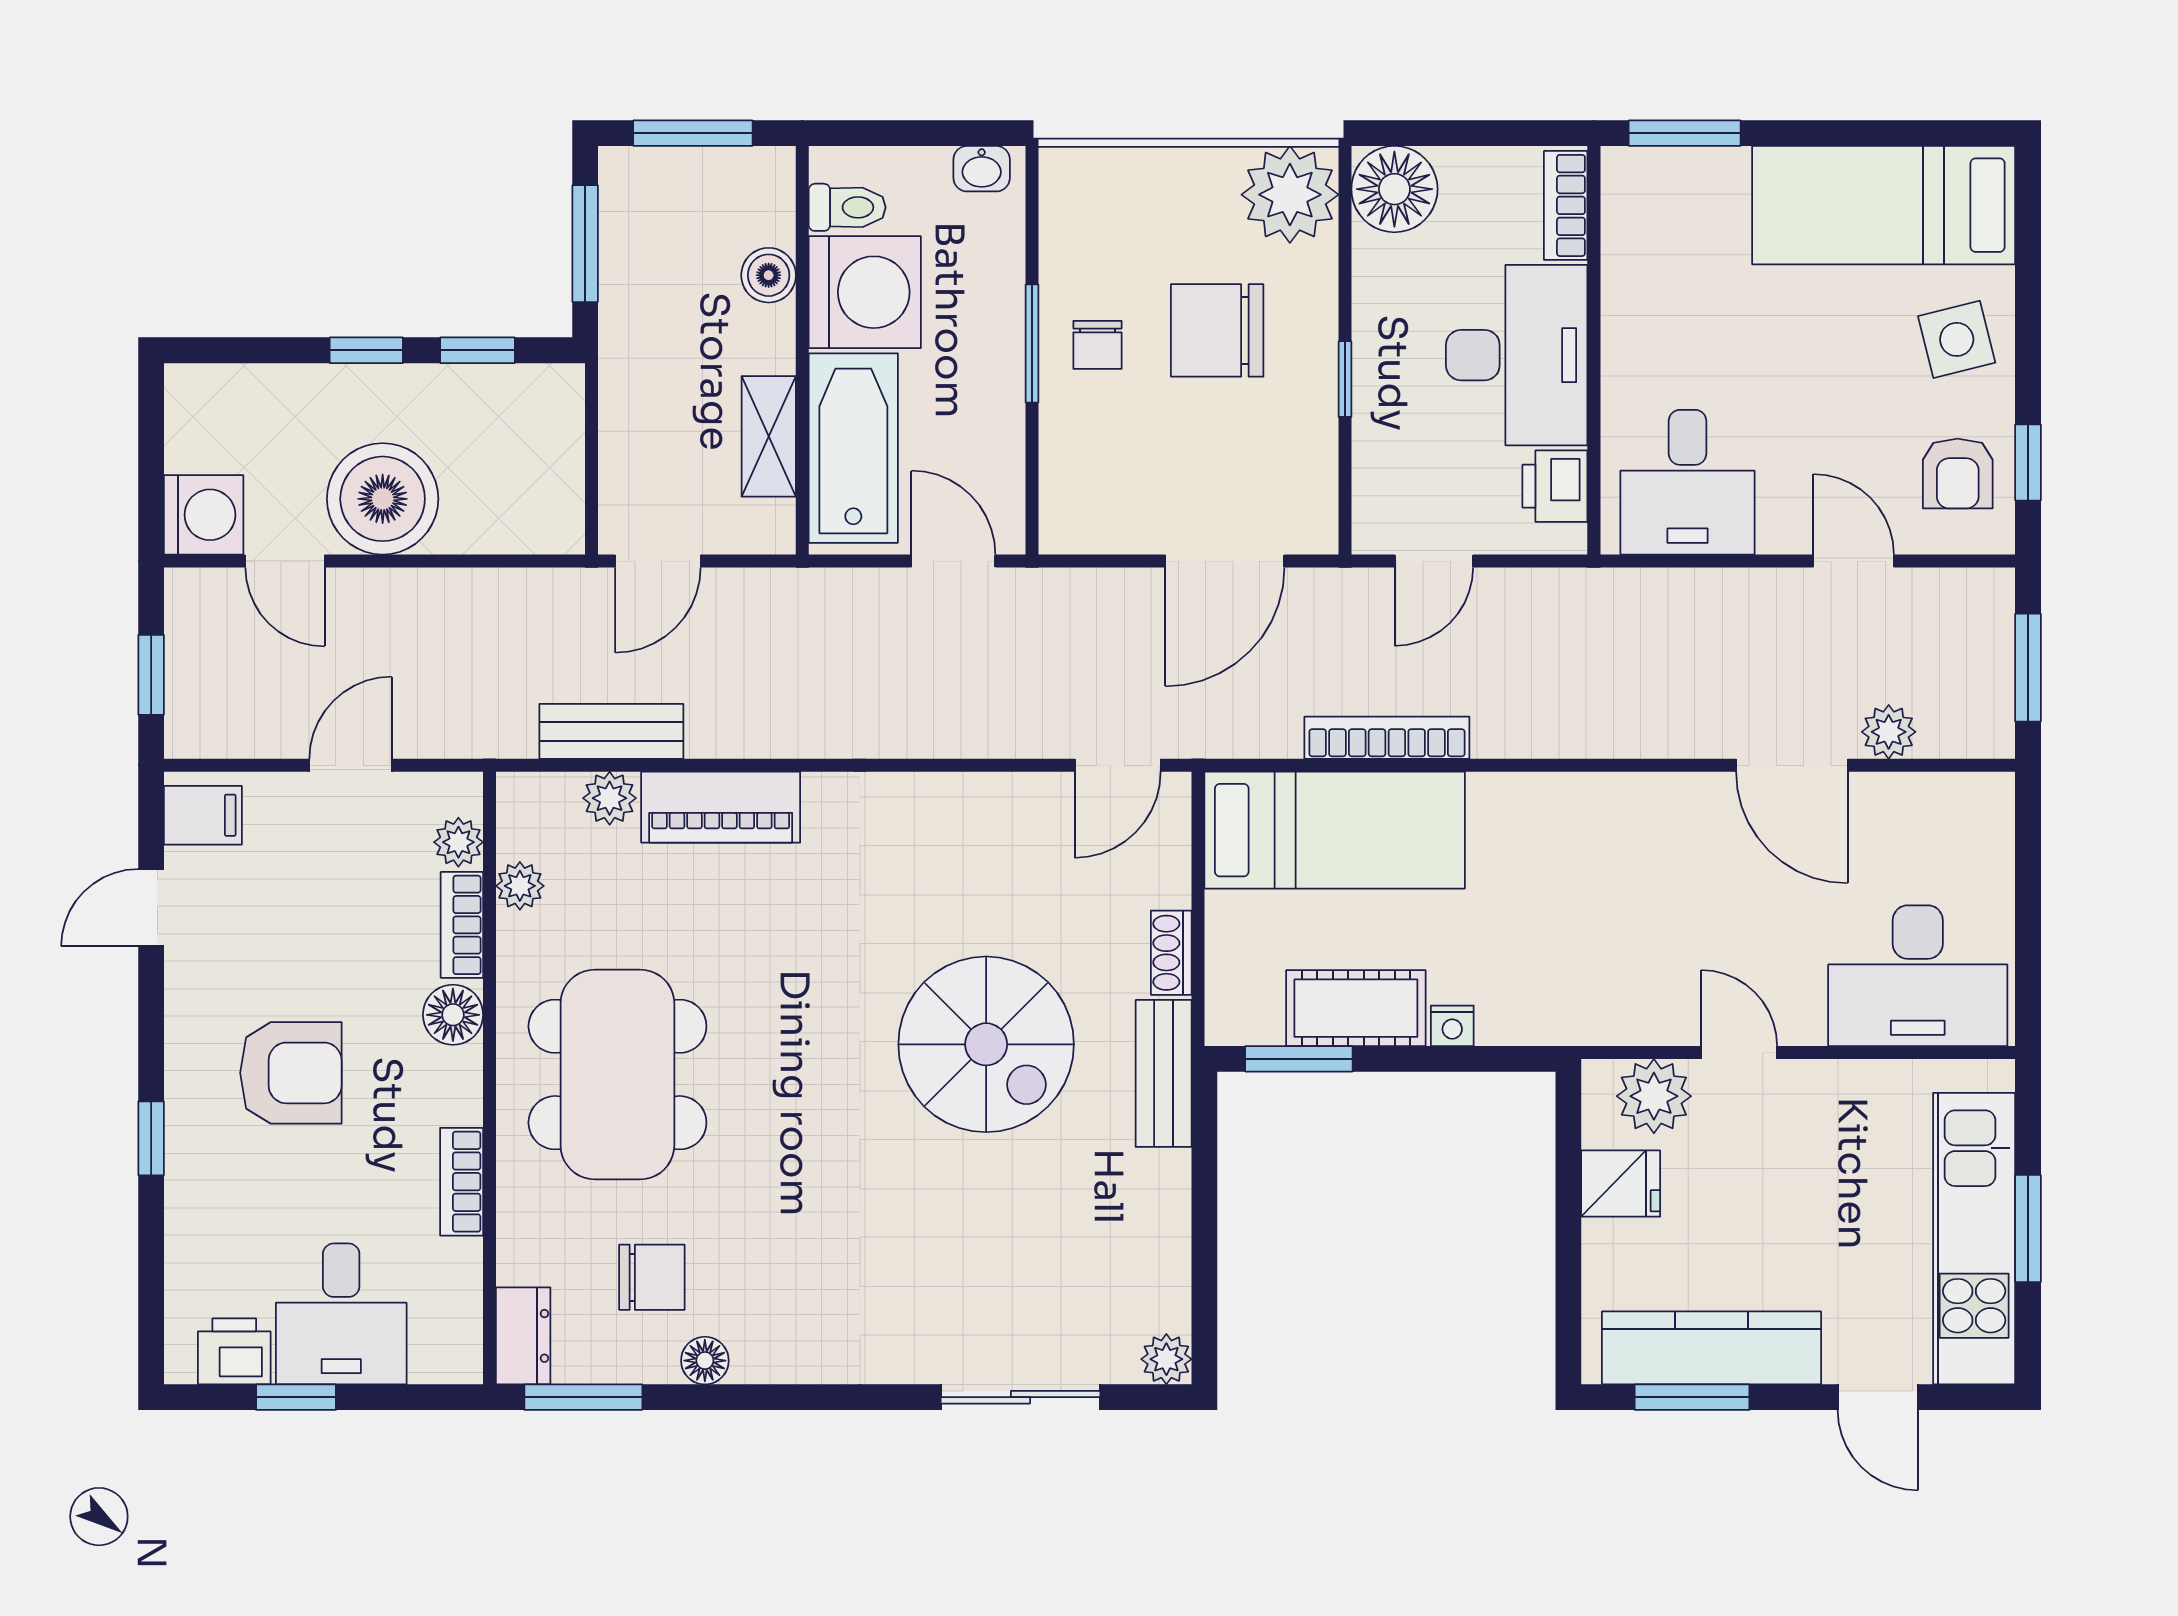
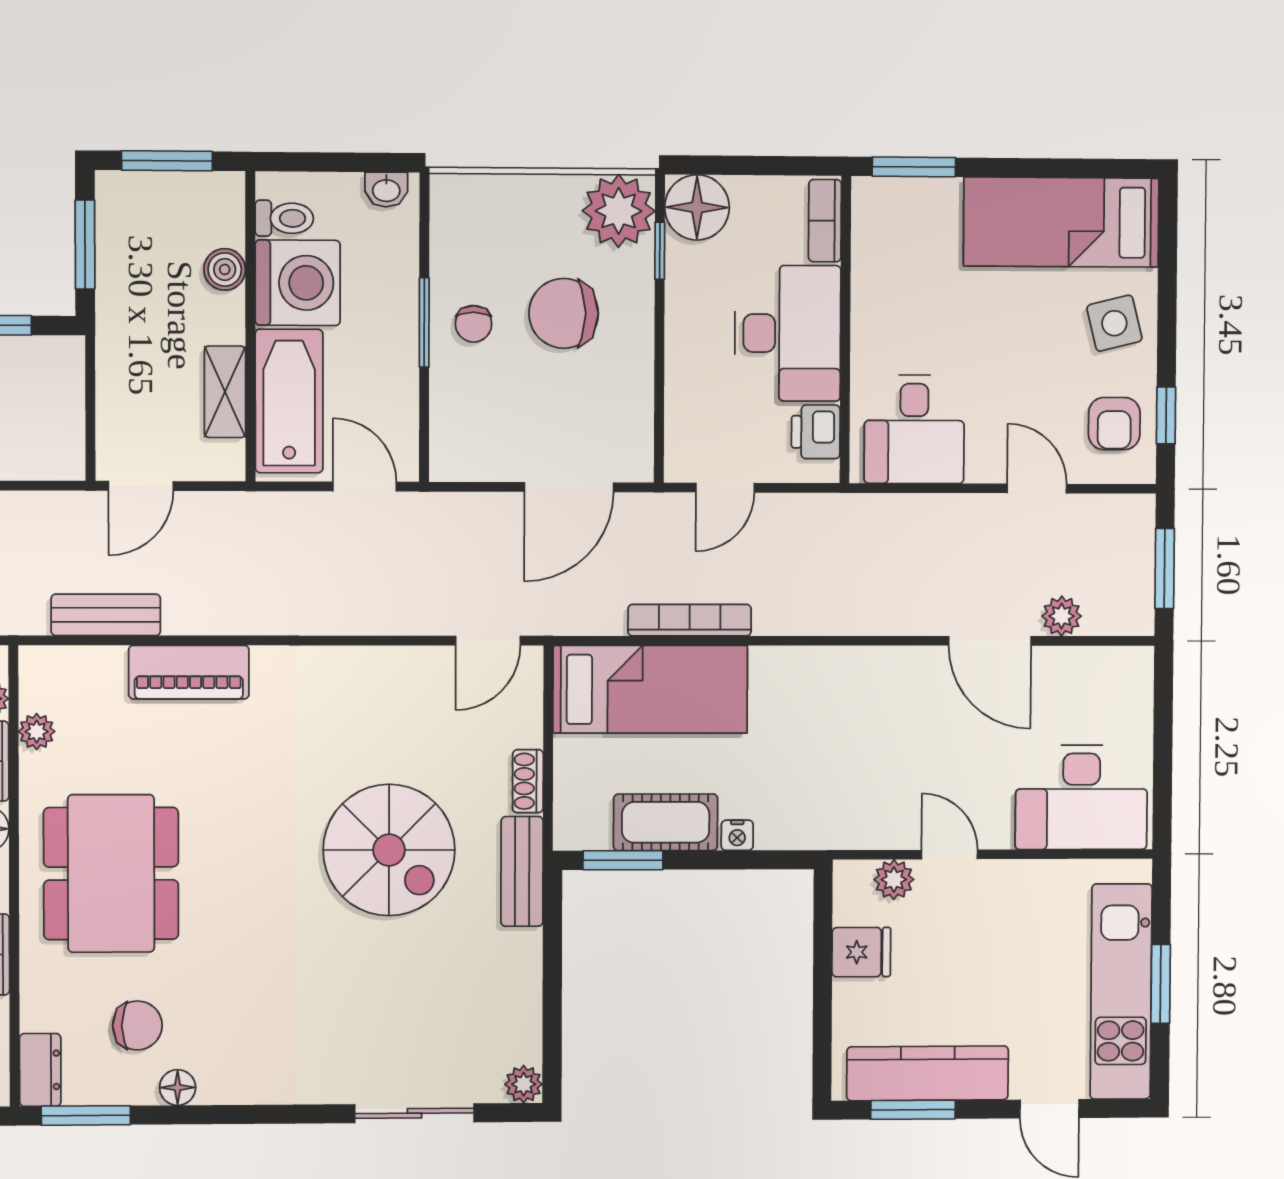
window: (1345, 379) -> (660, 251), moved
plant: (610, 798) -> (105, 665), removed
plant: (1654, 1096) -> (894, 880), width x0.73, depth x0.73

